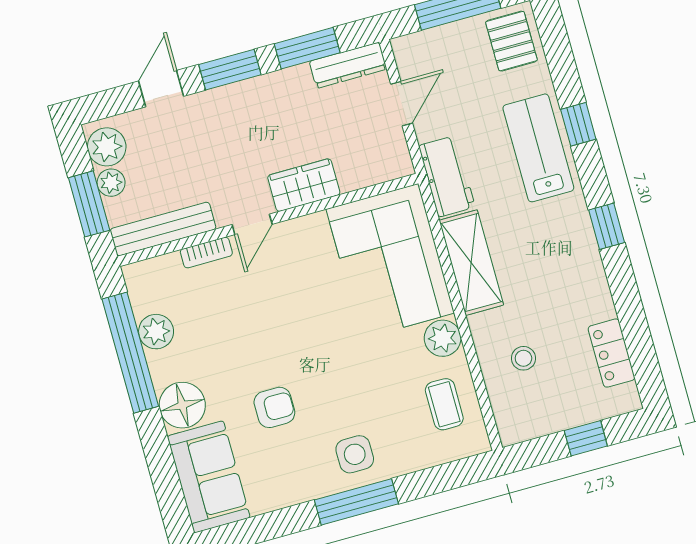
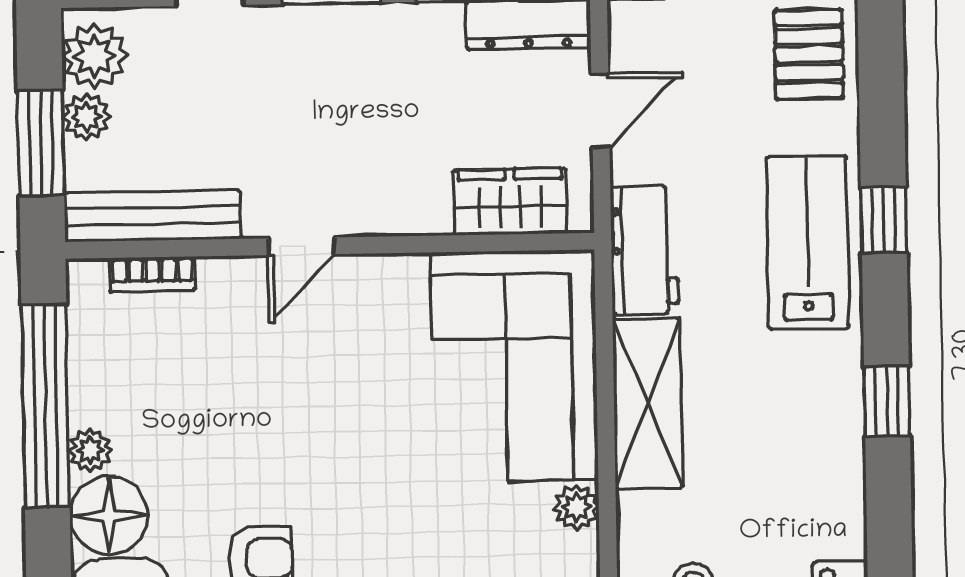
wardrobe: (304, 185) -> (510, 202), moved
bookcase: (206, 252) -> (152, 274), moved
plant: (156, 332) -> (90, 450), moved, width x0.73, depth x0.73
plant: (443, 338) -> (576, 507), width x0.73, depth x0.73

